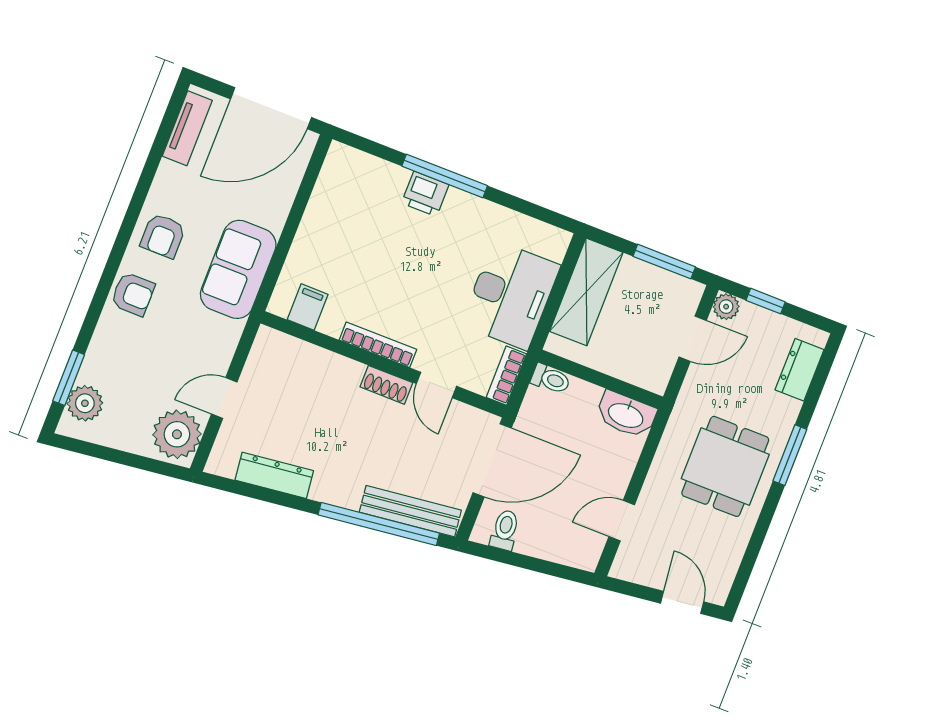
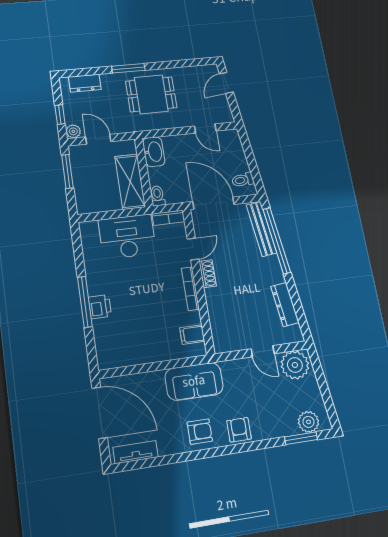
shelving: (586, 292) -> (130, 182), moved, turned 90

